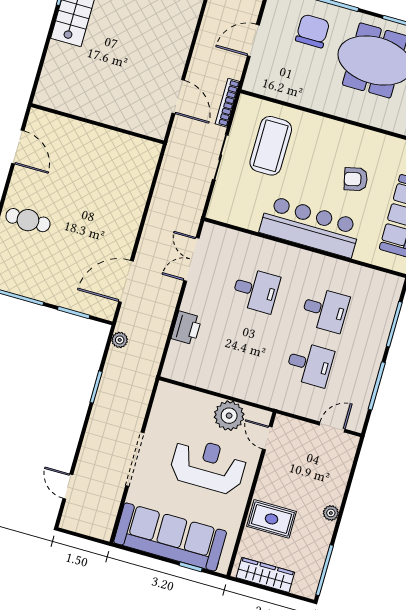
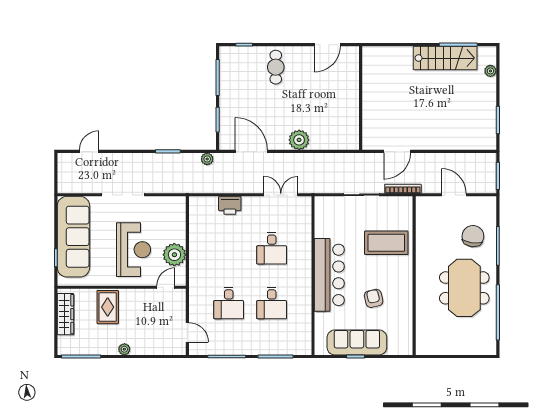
chair: (313, 31) -> (473, 236), turned -83
coffee table: (271, 146) -> (386, 243), moved
plant: (128, 217) -> (299, 140), added

